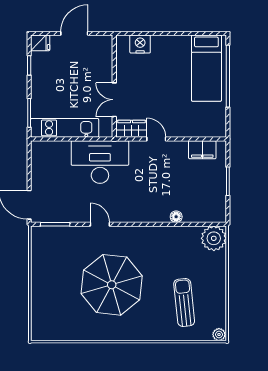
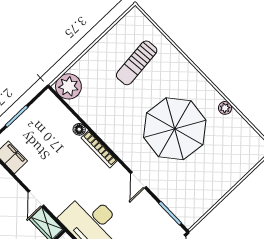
bookcase: (148, 217) -> (99, 149), added
plant: (219, 335) -> (225, 108), moved

